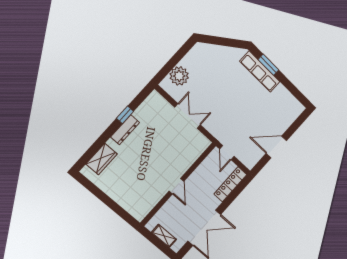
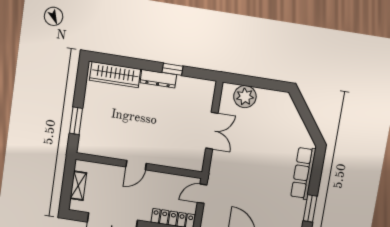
window: (268, 65) -> (310, 208), moved
wardrobe: (102, 159) -> (115, 75), width x1.50
window: (117, 209) -> (76, 121), added

